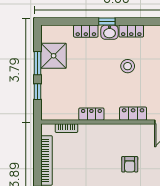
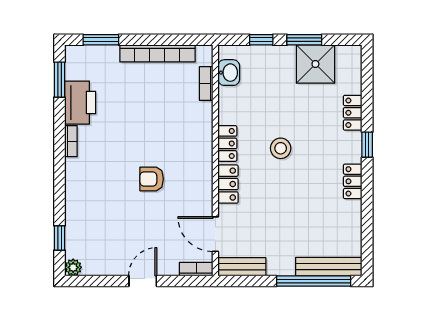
washbasin: (110, 32) -> (229, 73), moved, turned 180
stool: (128, 66) -> (281, 148), moved
locker: (91, 114) -> (227, 143), moved

